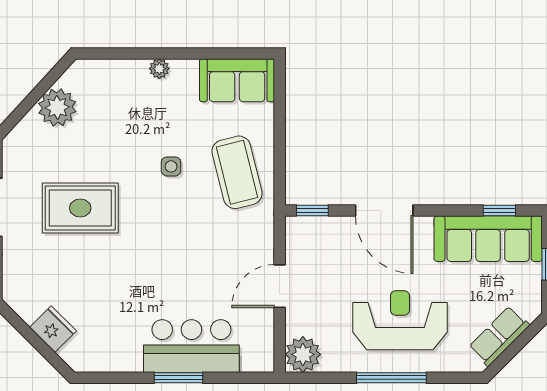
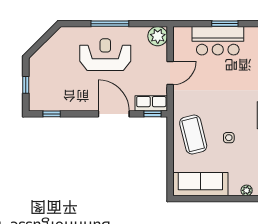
plant: (159, 69) -> (247, 190), moved
sofa: (237, 80) -> (200, 184), width x1.36
sofa: (488, 239) -> (58, 99), removed
reception desk: (400, 320) -> (105, 55), turned 180
row of seats: (499, 336) -> (151, 103), moved, turned -135

